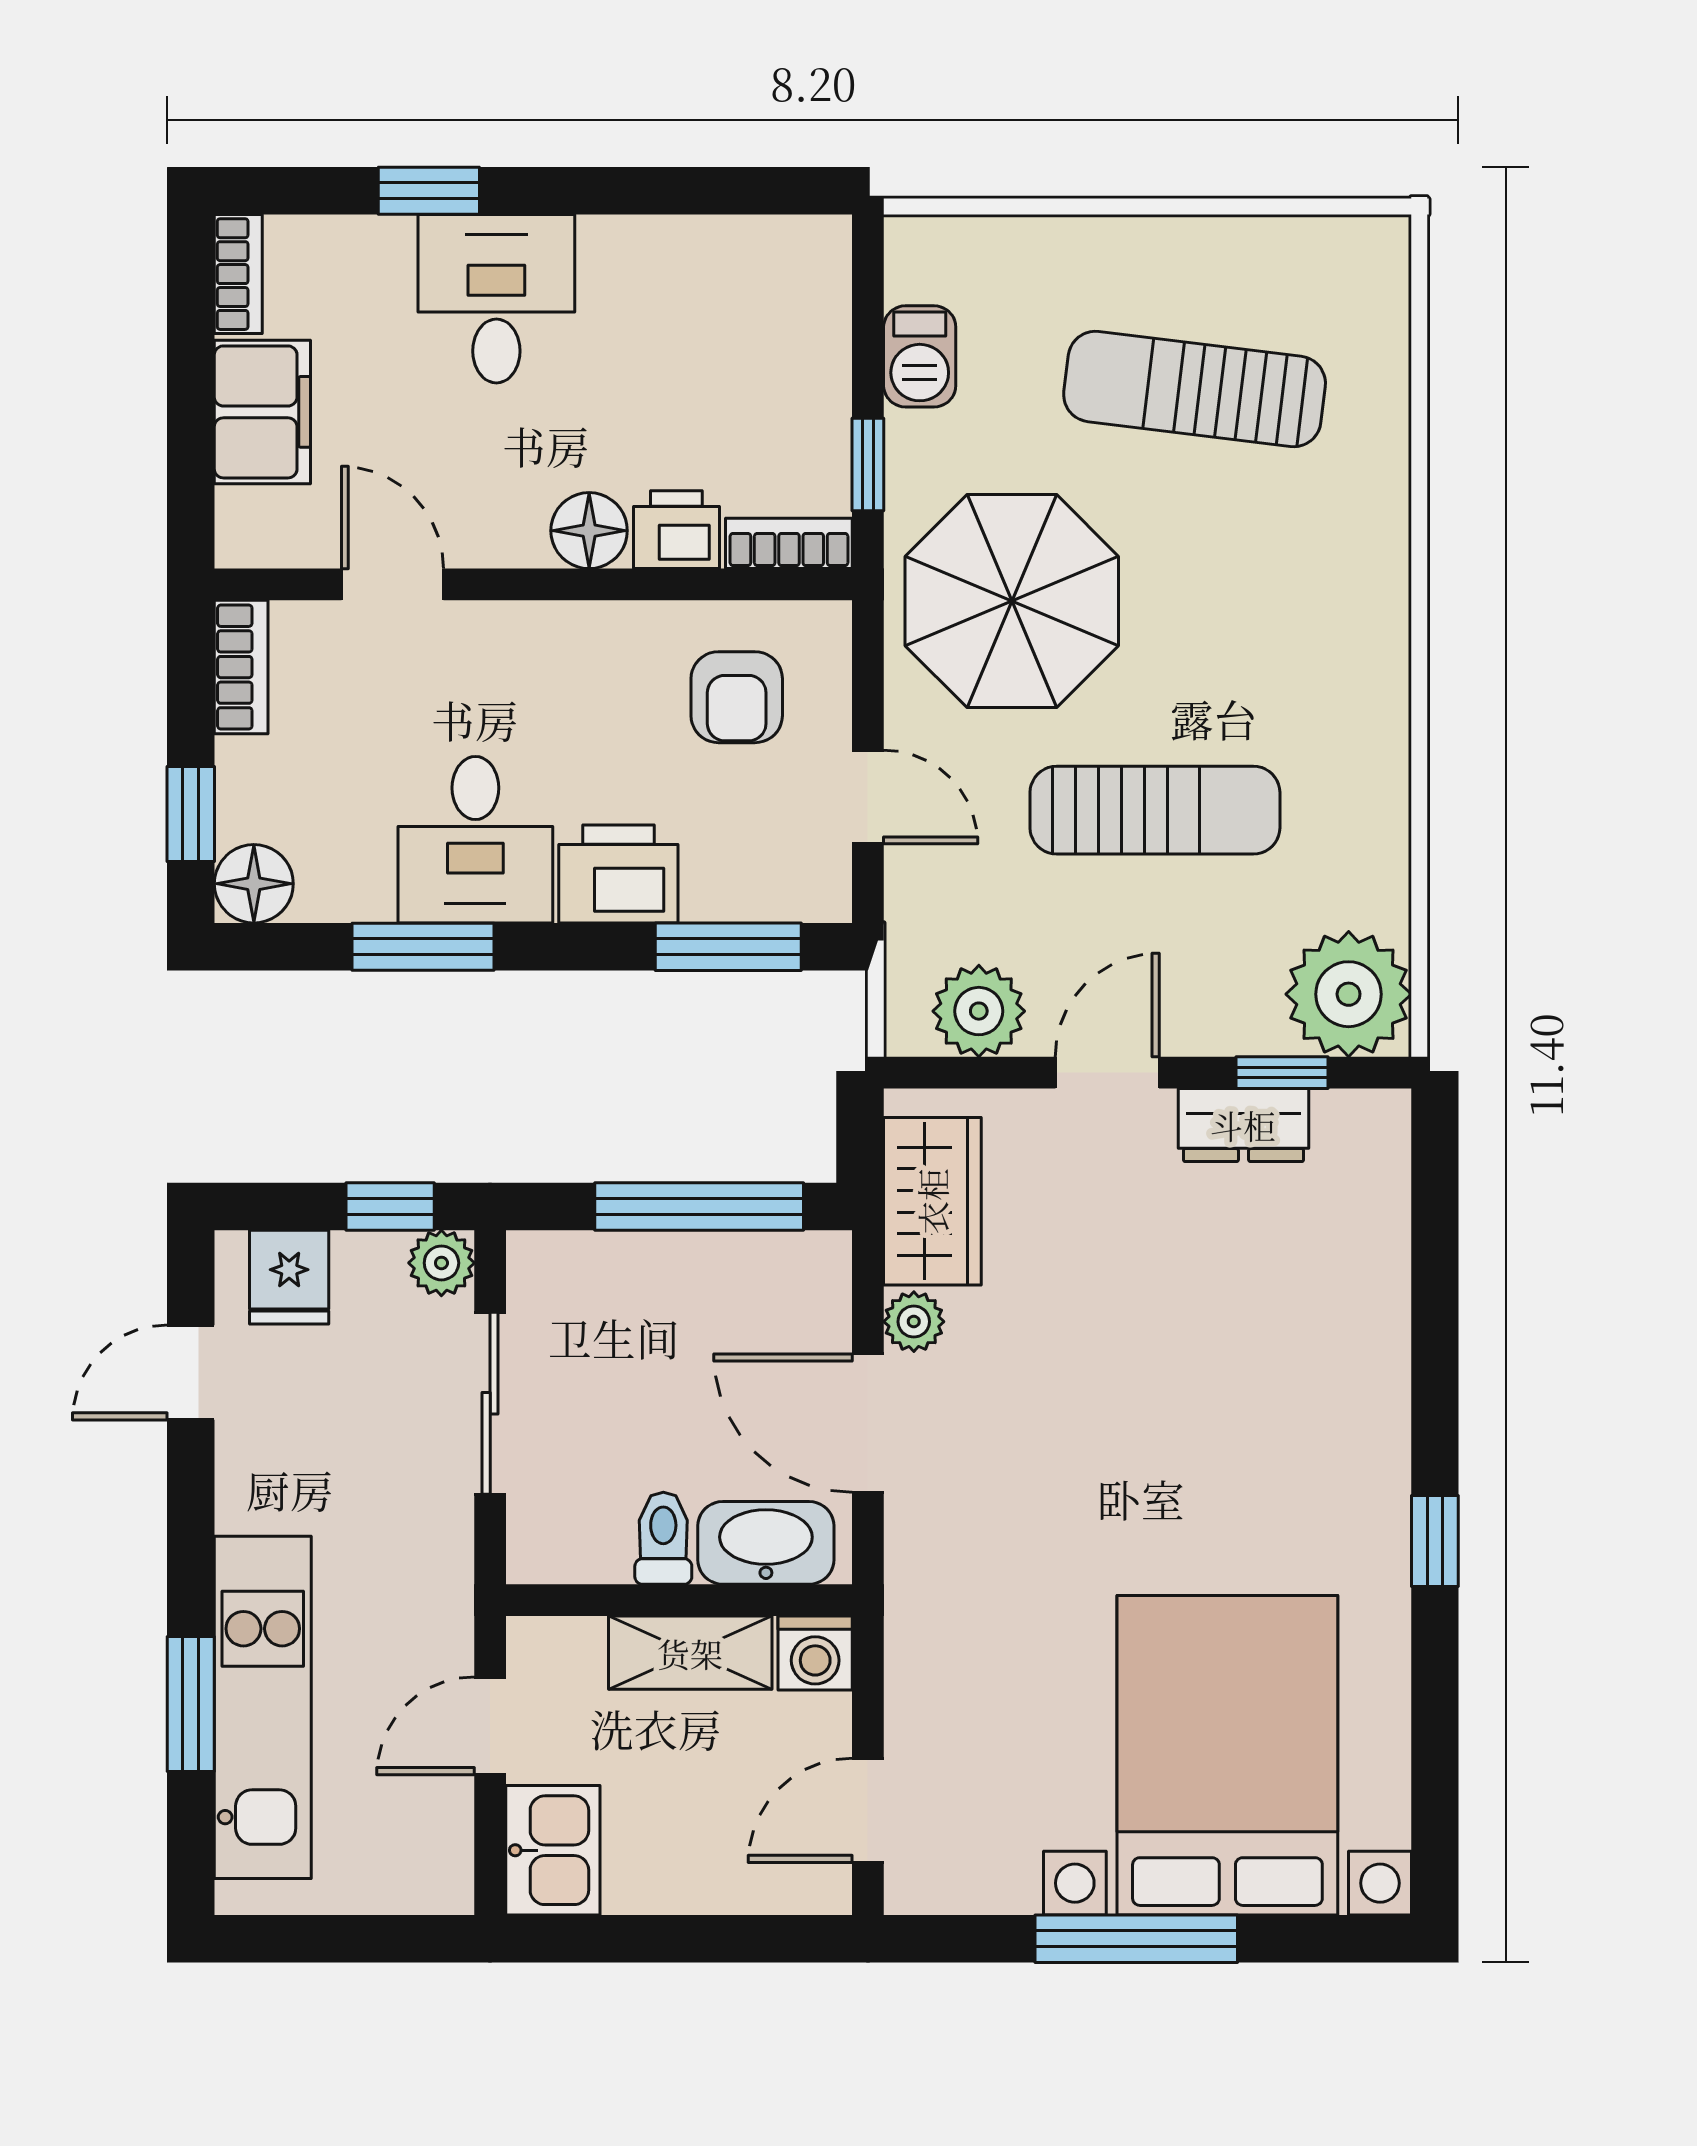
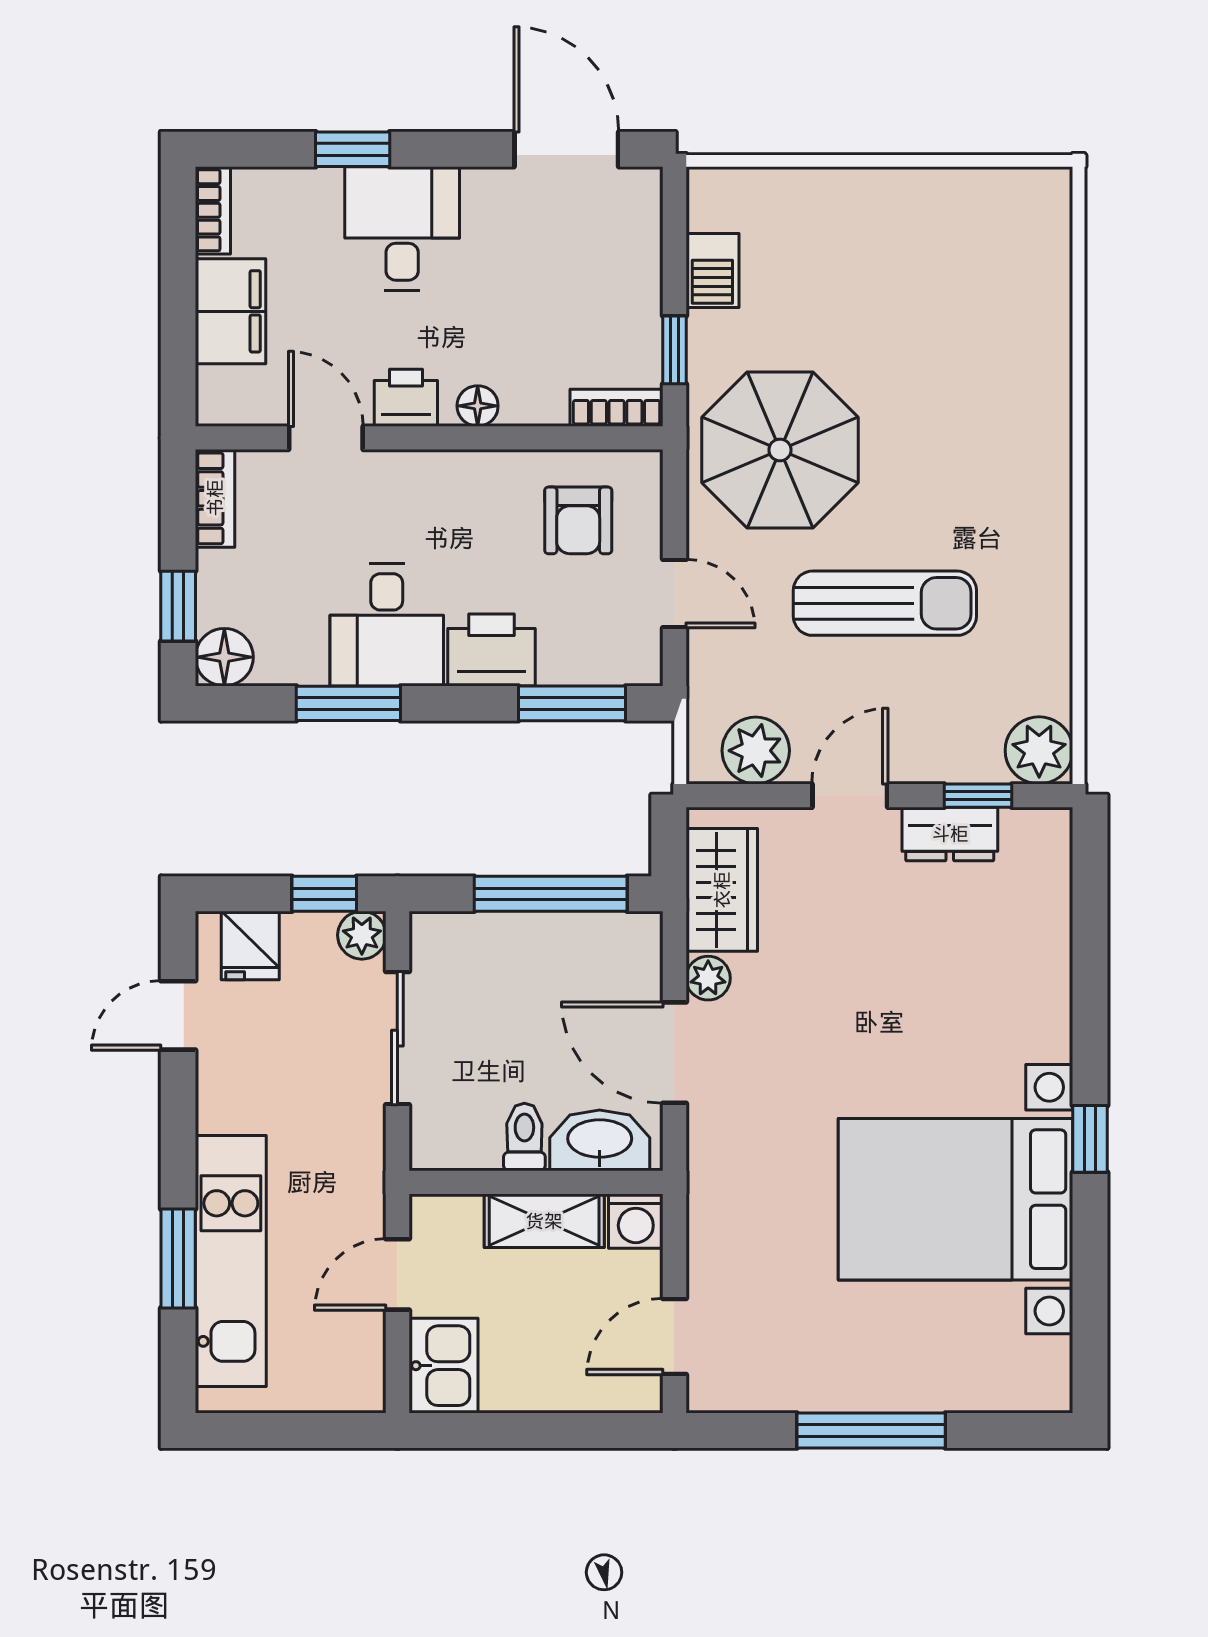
door: (720, 191) -> (566, 149), added
sun lounger: (1195, 389) -> (914, 295), removed
printer: (676, 530) -> (406, 398), moved
floor lamp: (589, 531) -> (478, 406), width x0.73, depth x0.73
plant: (1349, 994) -> (1039, 750), width x0.73, depth x0.73
bed with nightstands: (1227, 1755) -> (956, 1199), moved, turned -90

